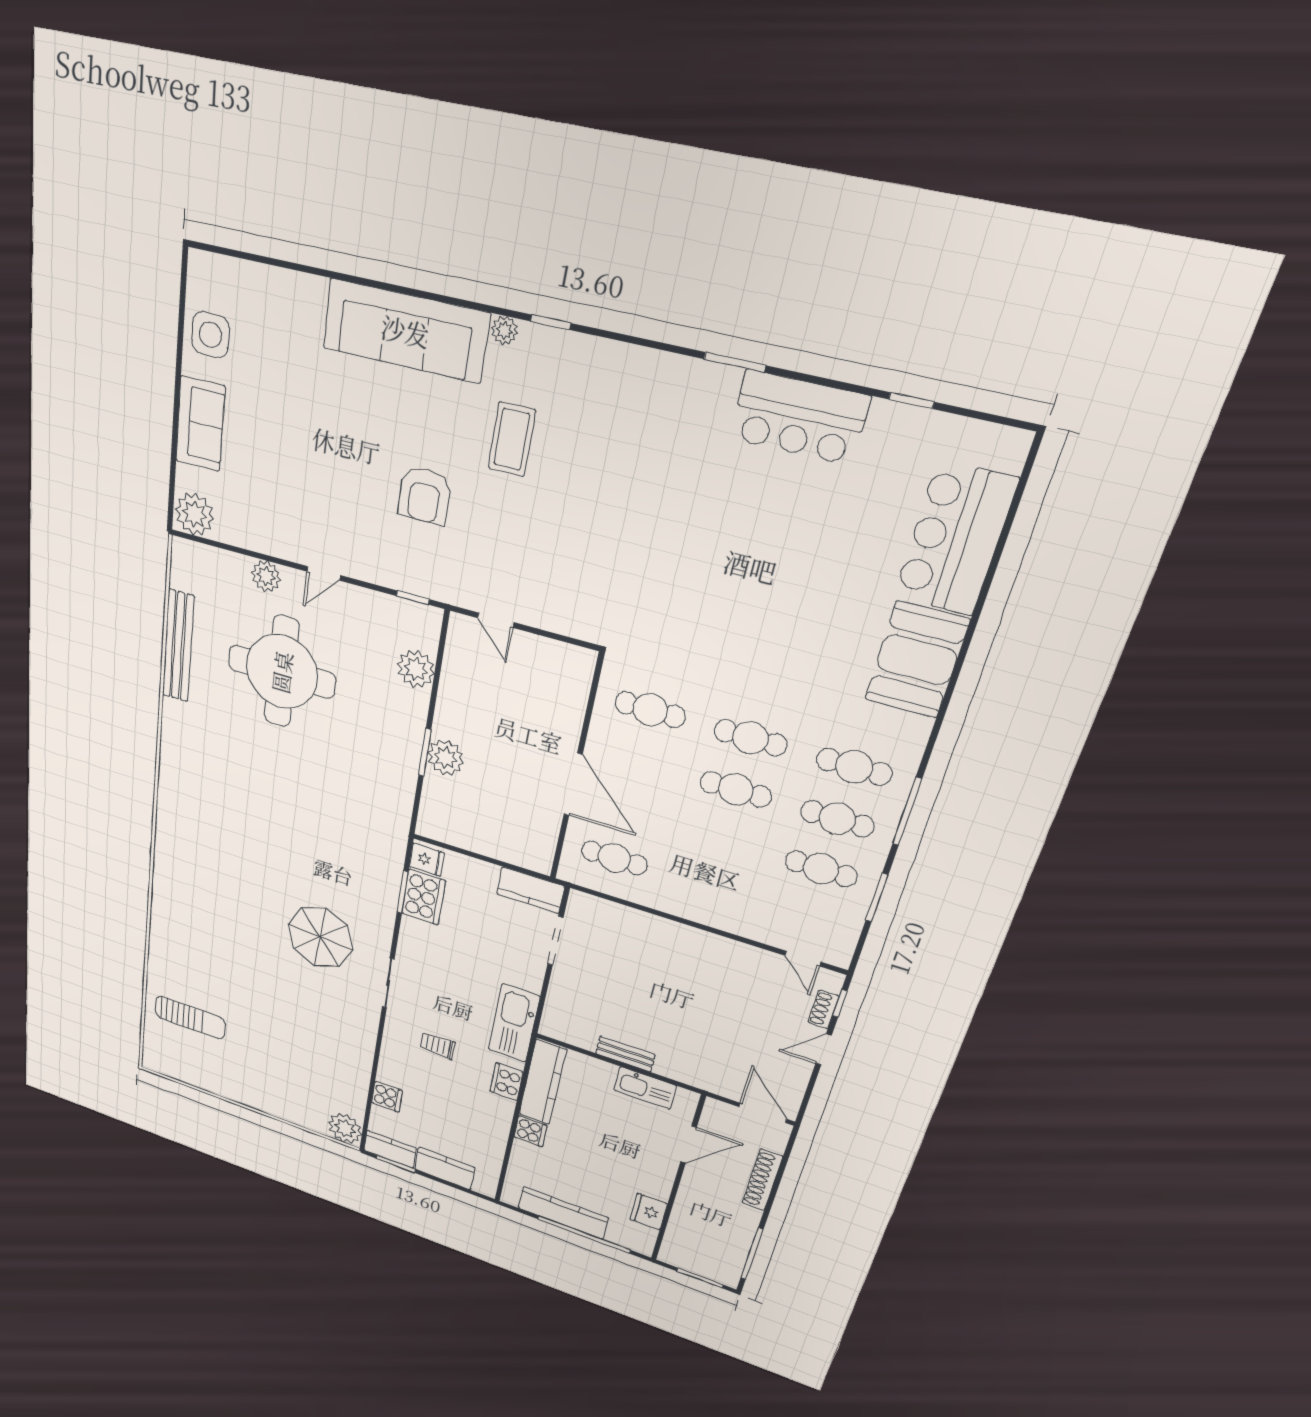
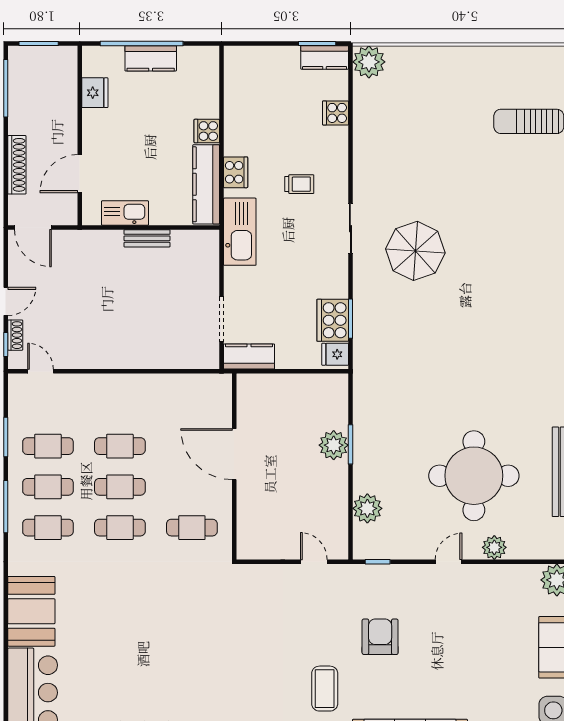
cafe table: (614, 858) -> (120, 446), moved
kitchen counter: (445, 1168) -> (273, 59), removed
kitchen counter: (563, 1213) -> (151, 58), width x0.67

